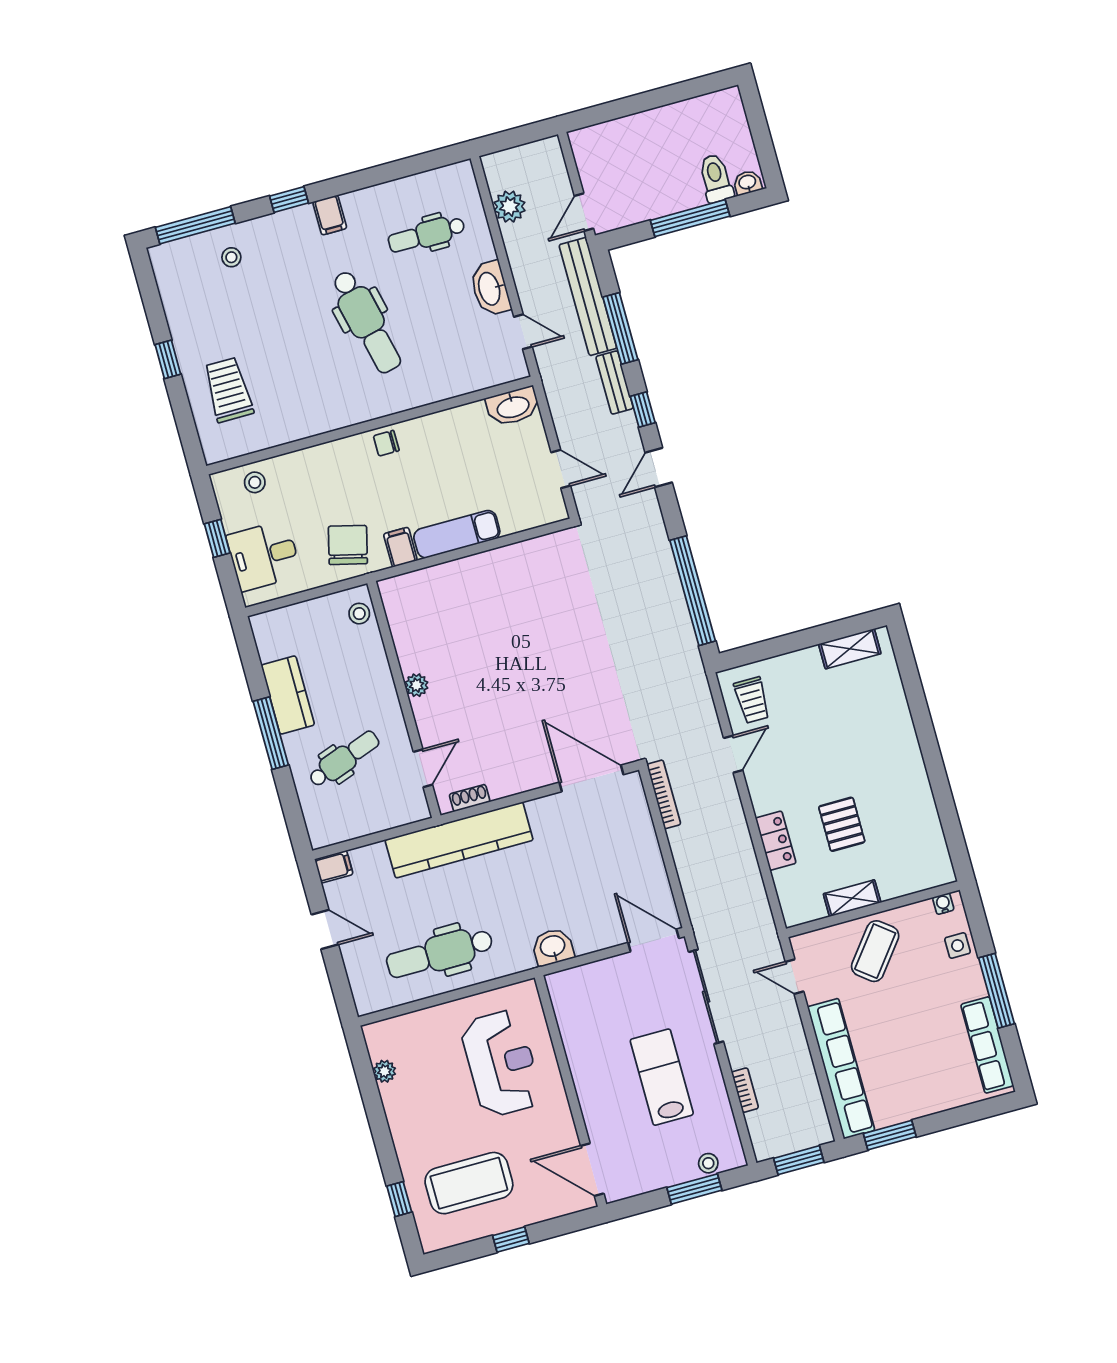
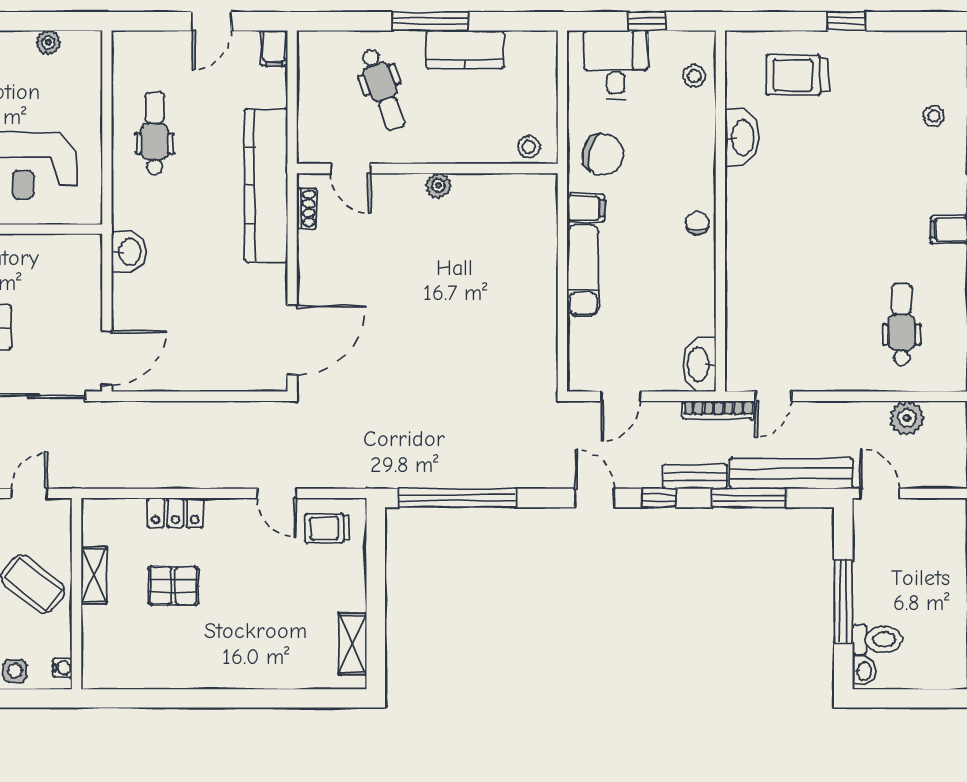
washbasin: (490, 289) -> (742, 137), moved, turned 90
dental chair: (366, 322) -> (828, 237), removed
trolley: (228, 390) -> (797, 75), turned 180
bookcase: (664, 794) -> (718, 410), moved
dental chair: (440, 953) -> (155, 133), width x0.73, depth x0.72

